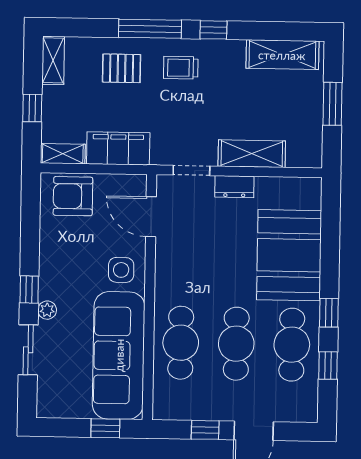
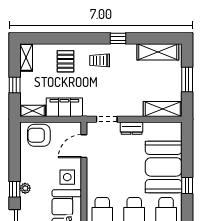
window: (150, 29) -> (81, 38), removed
pallet: (122, 68) -> (66, 61), turned 90
shelving: (252, 154) -> (163, 109), moved
door: (151, 217) -> (84, 146), hinge flipped
plant: (47, 310) -> (25, 188), moved
window: (329, 313) -> (187, 185), moved

